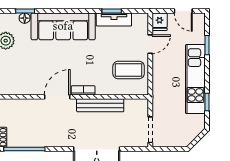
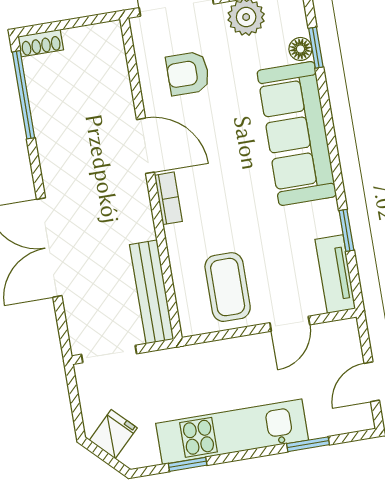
tv unit: (114, 19) -> (335, 274), moved
fridge: (160, 22) -> (113, 434), moved, turned 135
door: (150, 44) -> (290, 324), hinge flipped
armchair: (27, 72) -> (188, 73), added
bench: (100, 105) -> (152, 292), moved

